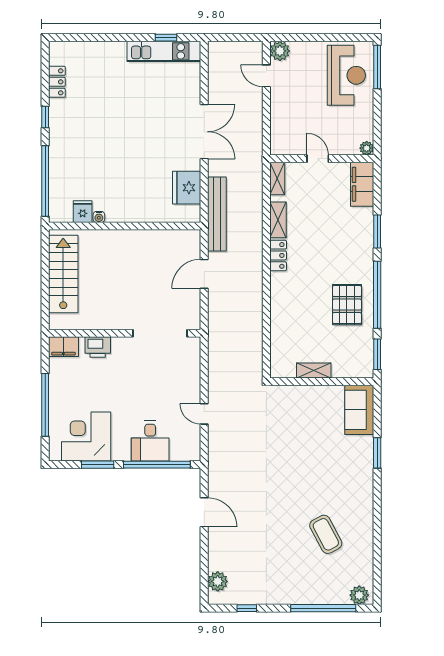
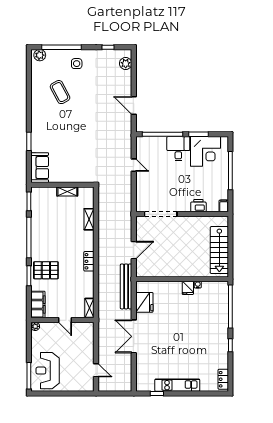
kitchen unit: (164, 51) -> (177, 385), moved
plant: (280, 51) -> (88, 385), removed
locker: (57, 82) -> (223, 379), moved
fridge: (83, 212) -> (188, 288), moved
shelving: (278, 220) -> (89, 219), moved
pallet: (347, 305) -> (46, 270), moved, turned 90
filing cabinet: (63, 347) -> (224, 206), width x0.50
desk: (150, 441) -> (178, 149), moved
side table: (298, 581) -> (77, 64), added

